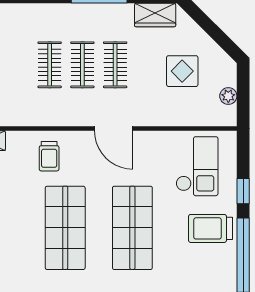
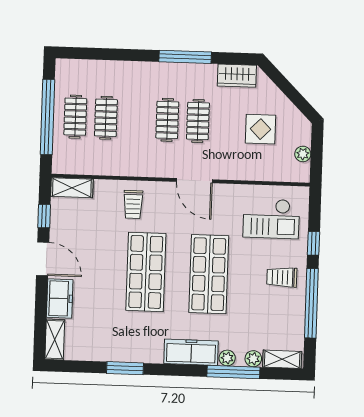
clothes rail: (50, 65) -> (106, 118), moved
checkout: (197, 166) -> (271, 219), turned 90
trolley: (211, 228) -> (282, 277), width x0.73, depth x0.72

